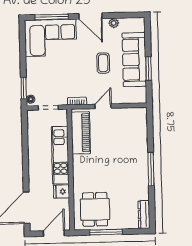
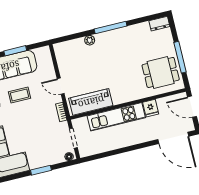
window: (24, 88) -> (41, 170), moved
plant: (143, 145) -> (90, 40), added
dresser: (144, 214) -> (159, 24), width x0.70

